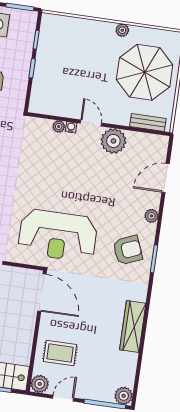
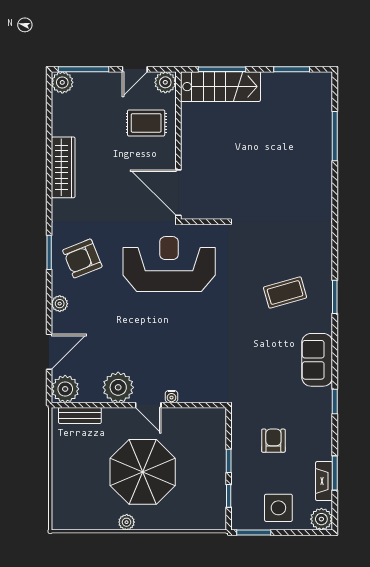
parasol: (145, 72) -> (143, 472), moved
plant: (59, 126) -> (65, 389), moved, width x1.88, depth x1.88

